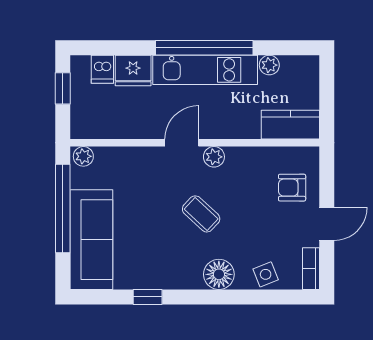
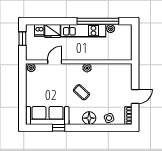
window: (204, 48) -> (98, 21), moved
kitchen counter: (290, 125) -> (120, 54), removed
door: (182, 143) -> (55, 62), moved
armchair: (292, 188) -> (120, 81), removed
window: (63, 208) -> (22, 90), removed
sofa: (91, 240) -> (47, 115), moved, turned -90

